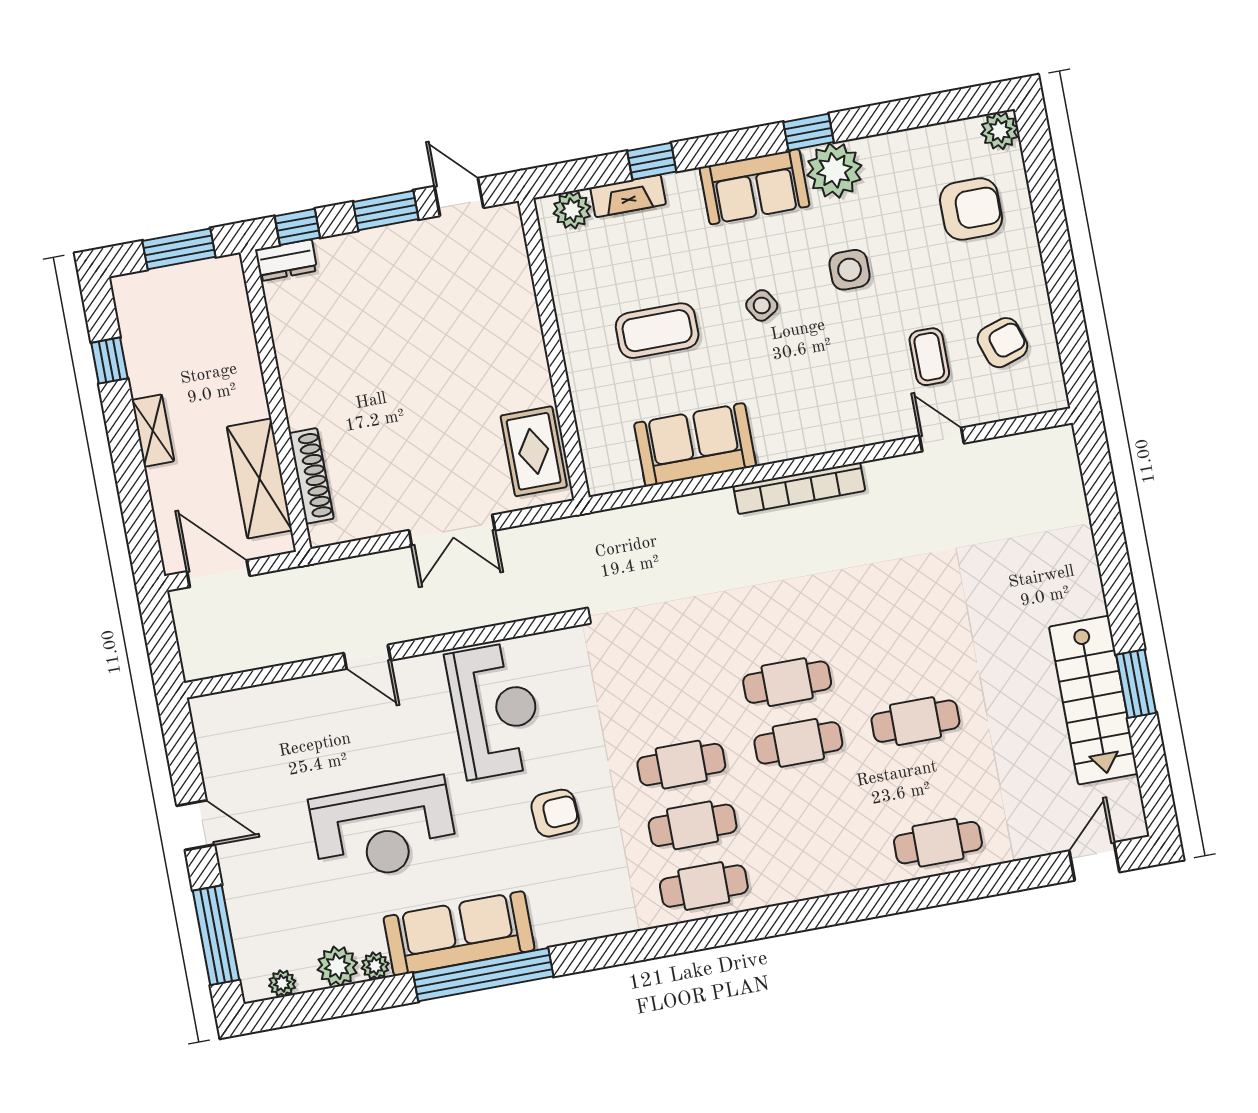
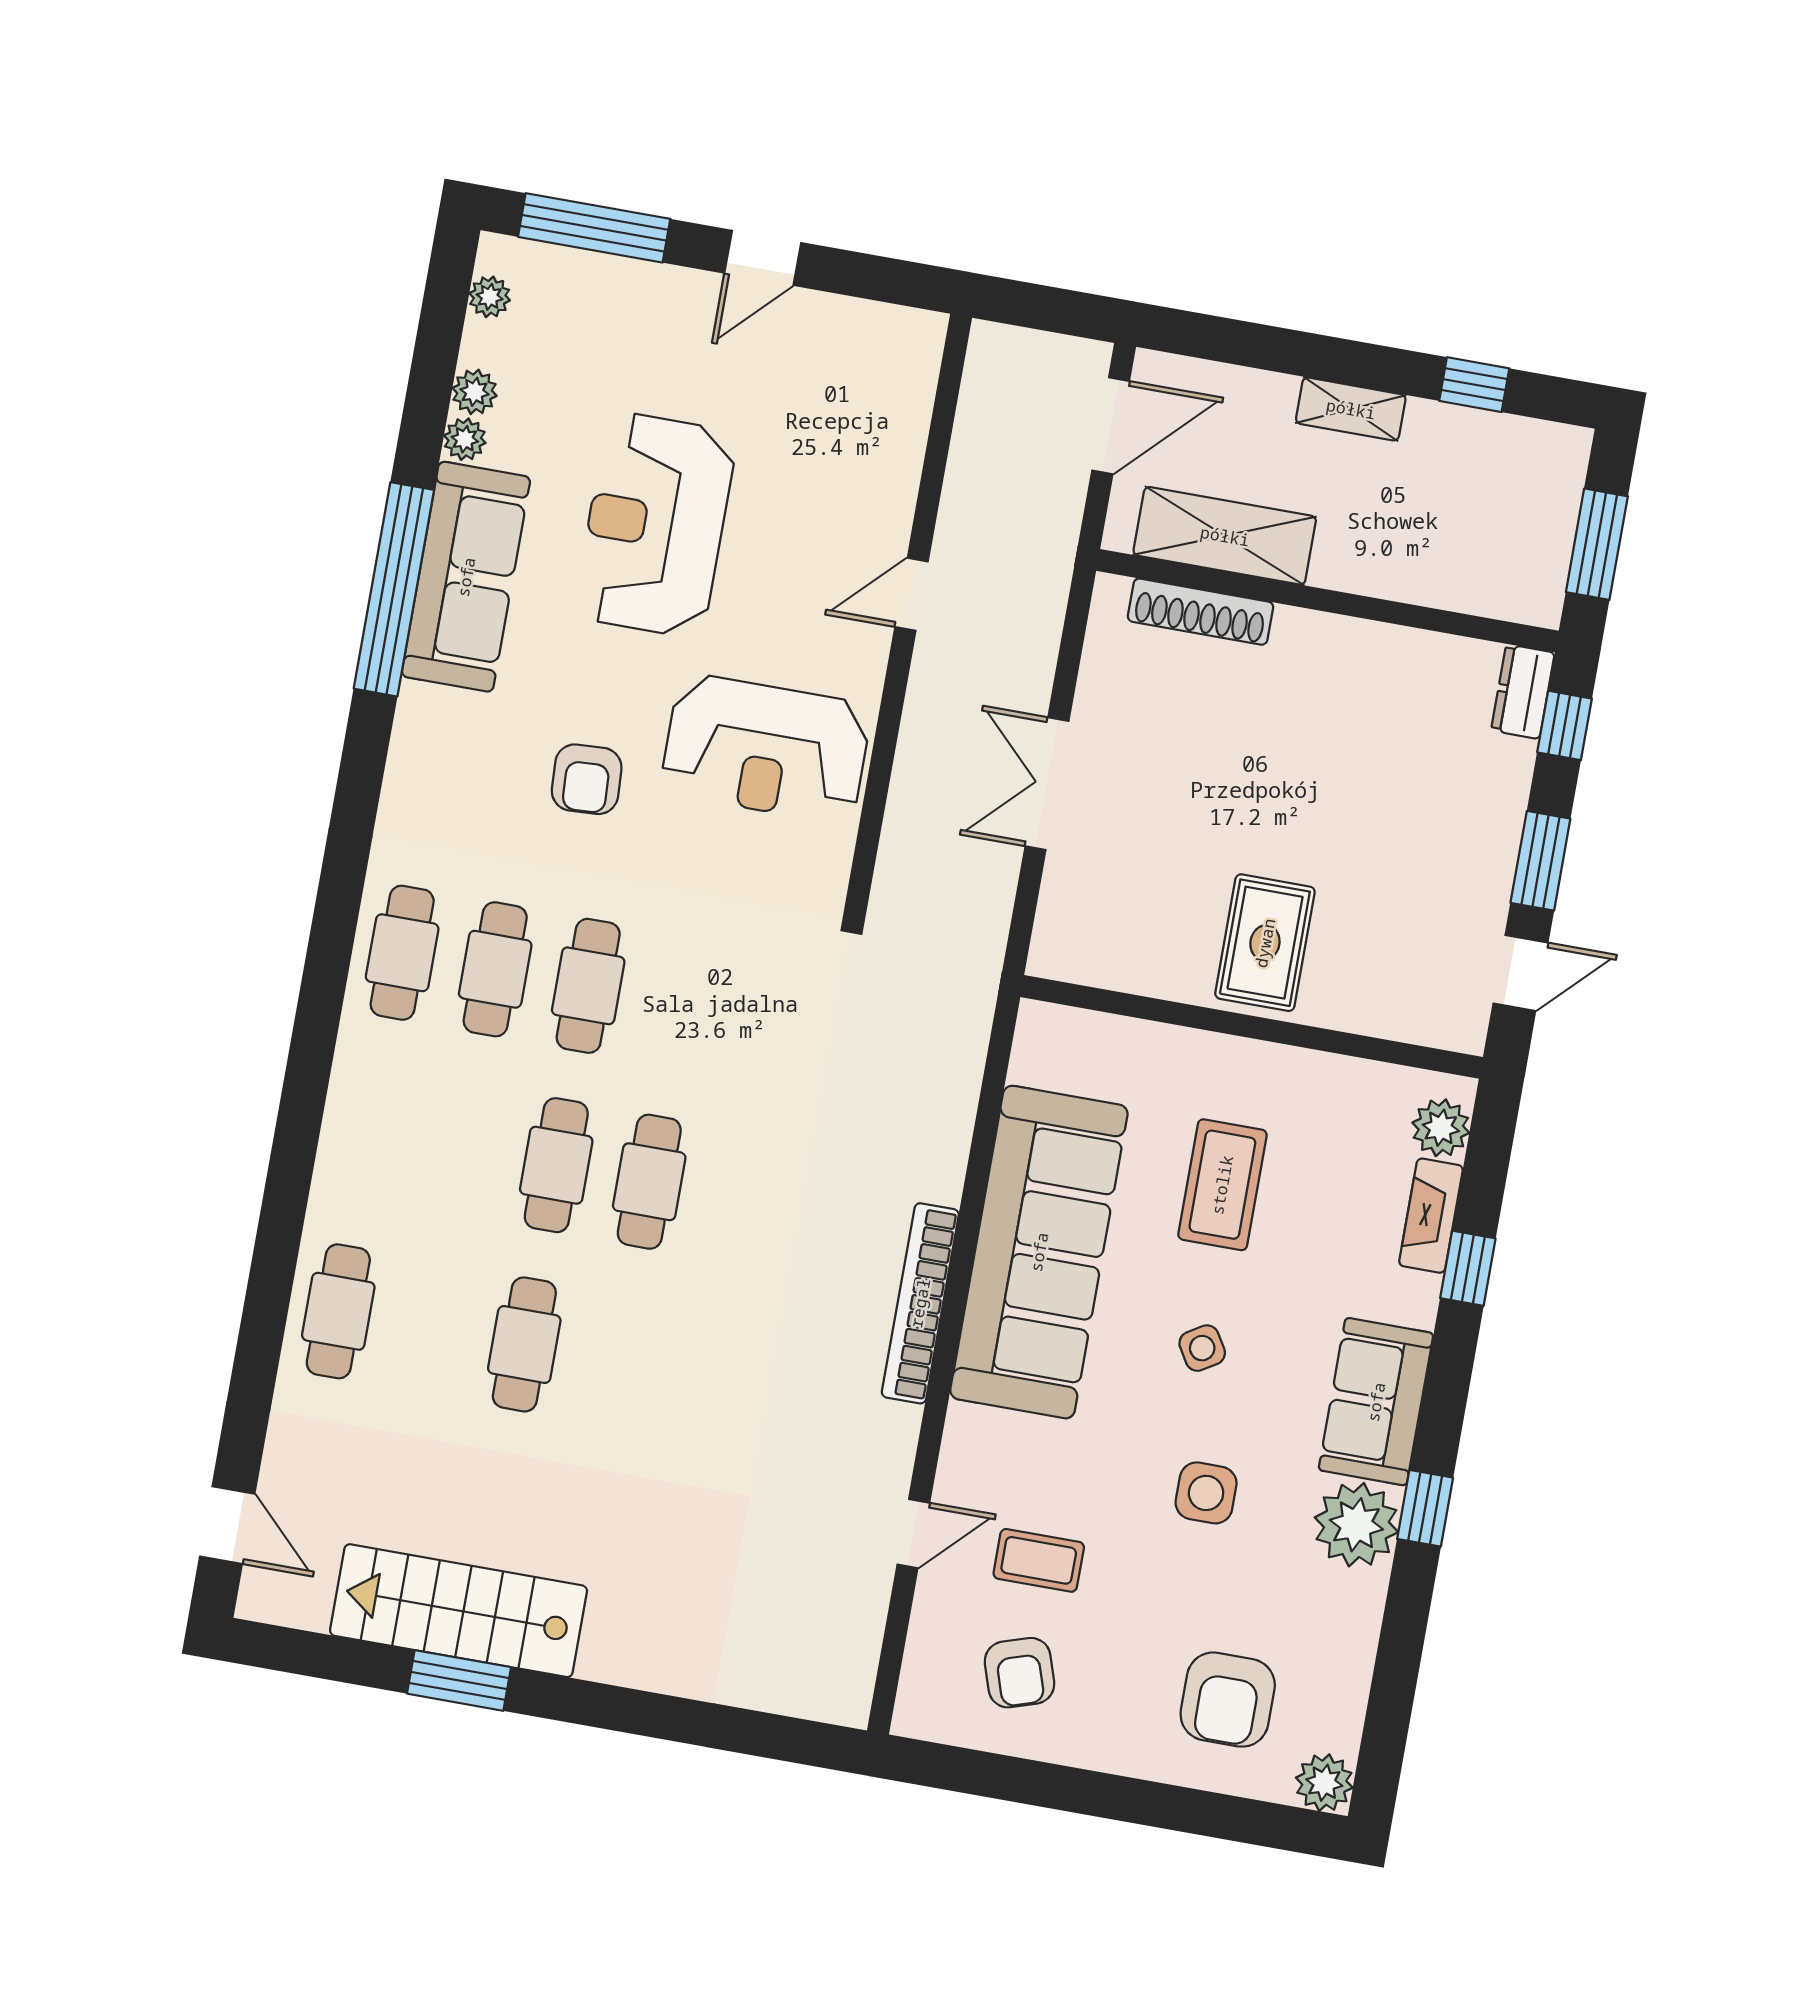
sofa: (695, 445) -> (1039, 1252), width x1.85, depth x1.27
rug: (534, 451) -> (1265, 943), moved, turned 90
plant: (337, 966) -> (475, 392), width x0.73, depth x0.73

